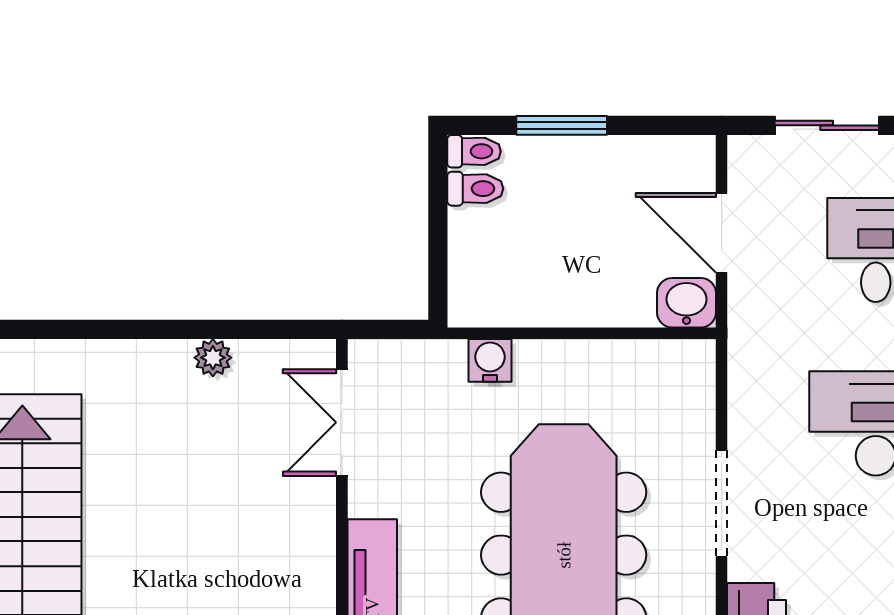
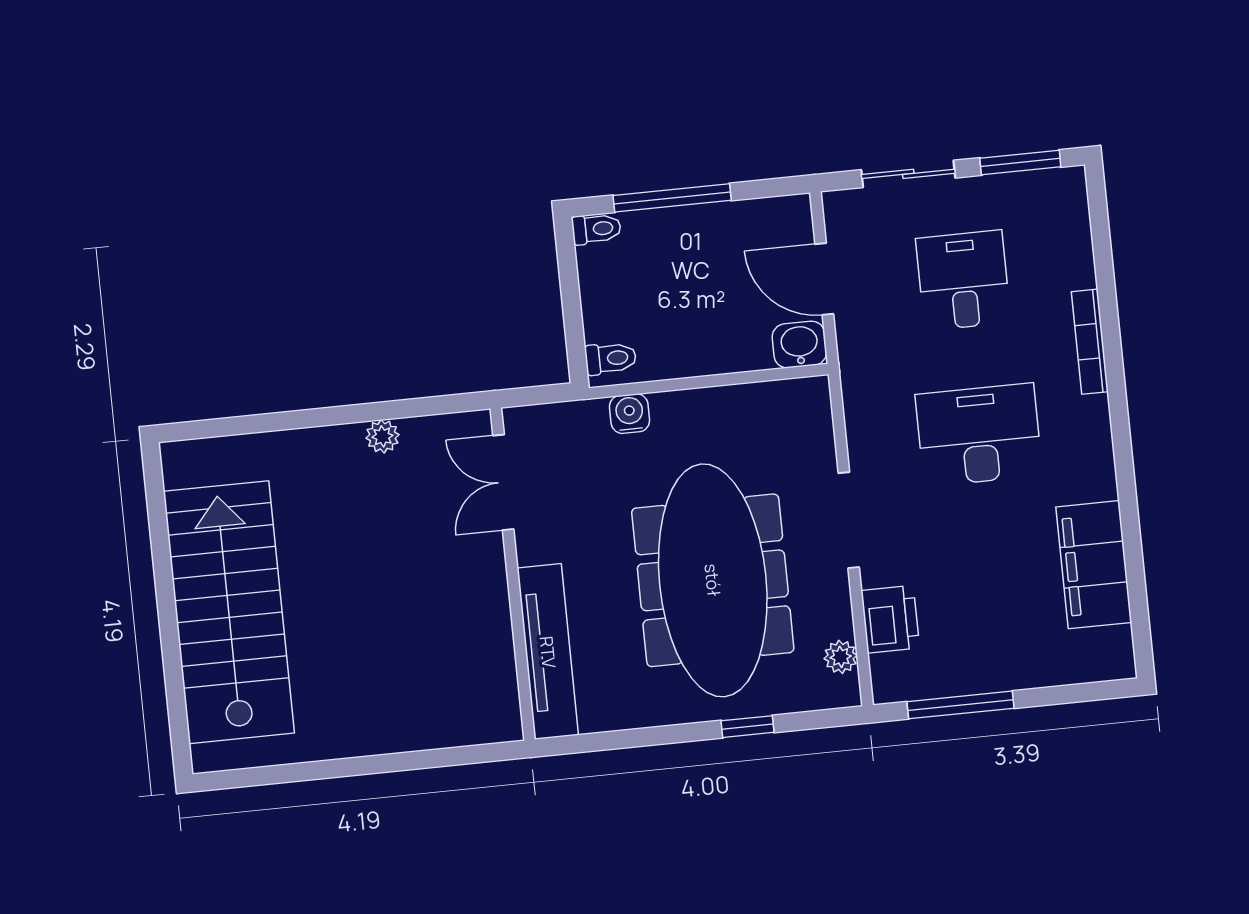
window: (562, 125) -> (672, 198), width x1.44
toilet: (475, 189) -> (611, 358), moved

